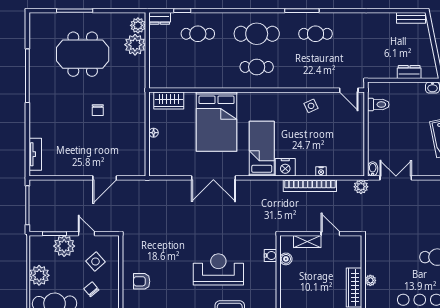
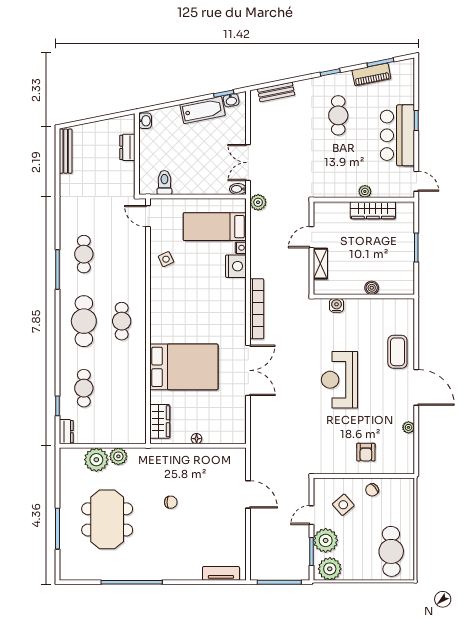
bench: (411, 18) -> (66, 151), width x1.36
plant: (138, 25) -> (118, 456), moved
door: (349, 90) -> (148, 216), swing flipped
bed: (262, 149) -> (215, 227), moved
nightstand: (285, 167) -> (236, 266), moved
bookcase: (310, 186) -> (257, 309), moved
boiler: (286, 259) -> (372, 288), moved
reception desk: (218, 269) -> (339, 380), moved
plant: (39, 275) -> (330, 569), moved
chair: (91, 289) -> (372, 490), moved

